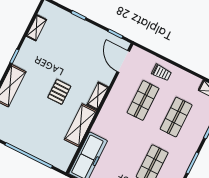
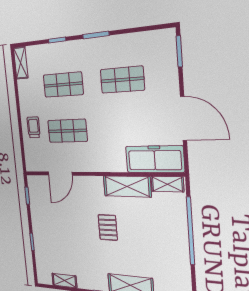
door: (123, 61) -> (60, 174), moved
pallet: (59, 92) -> (108, 227), turned 90
shelving: (98, 96) -> (167, 184), moved

